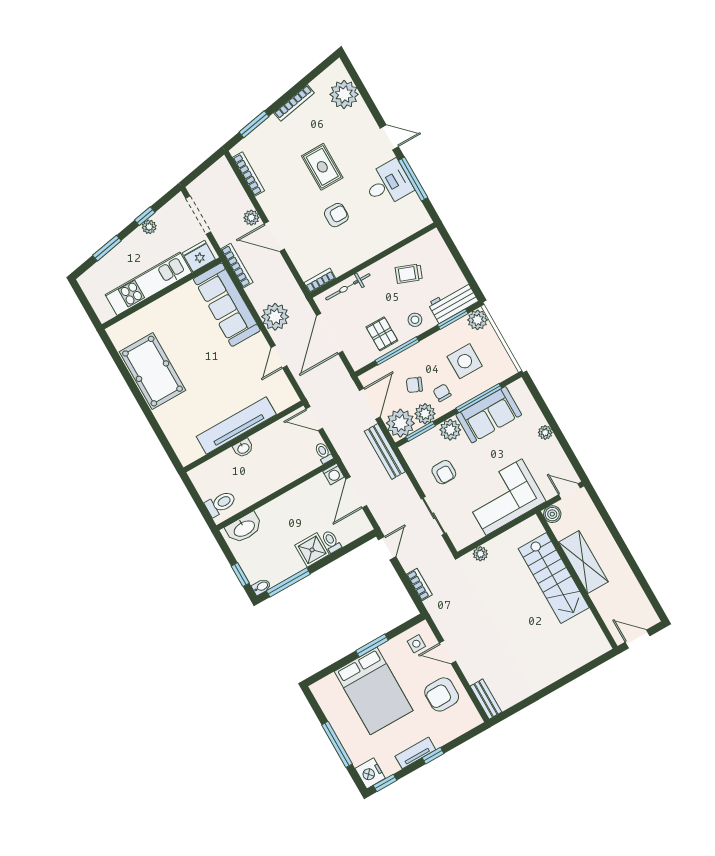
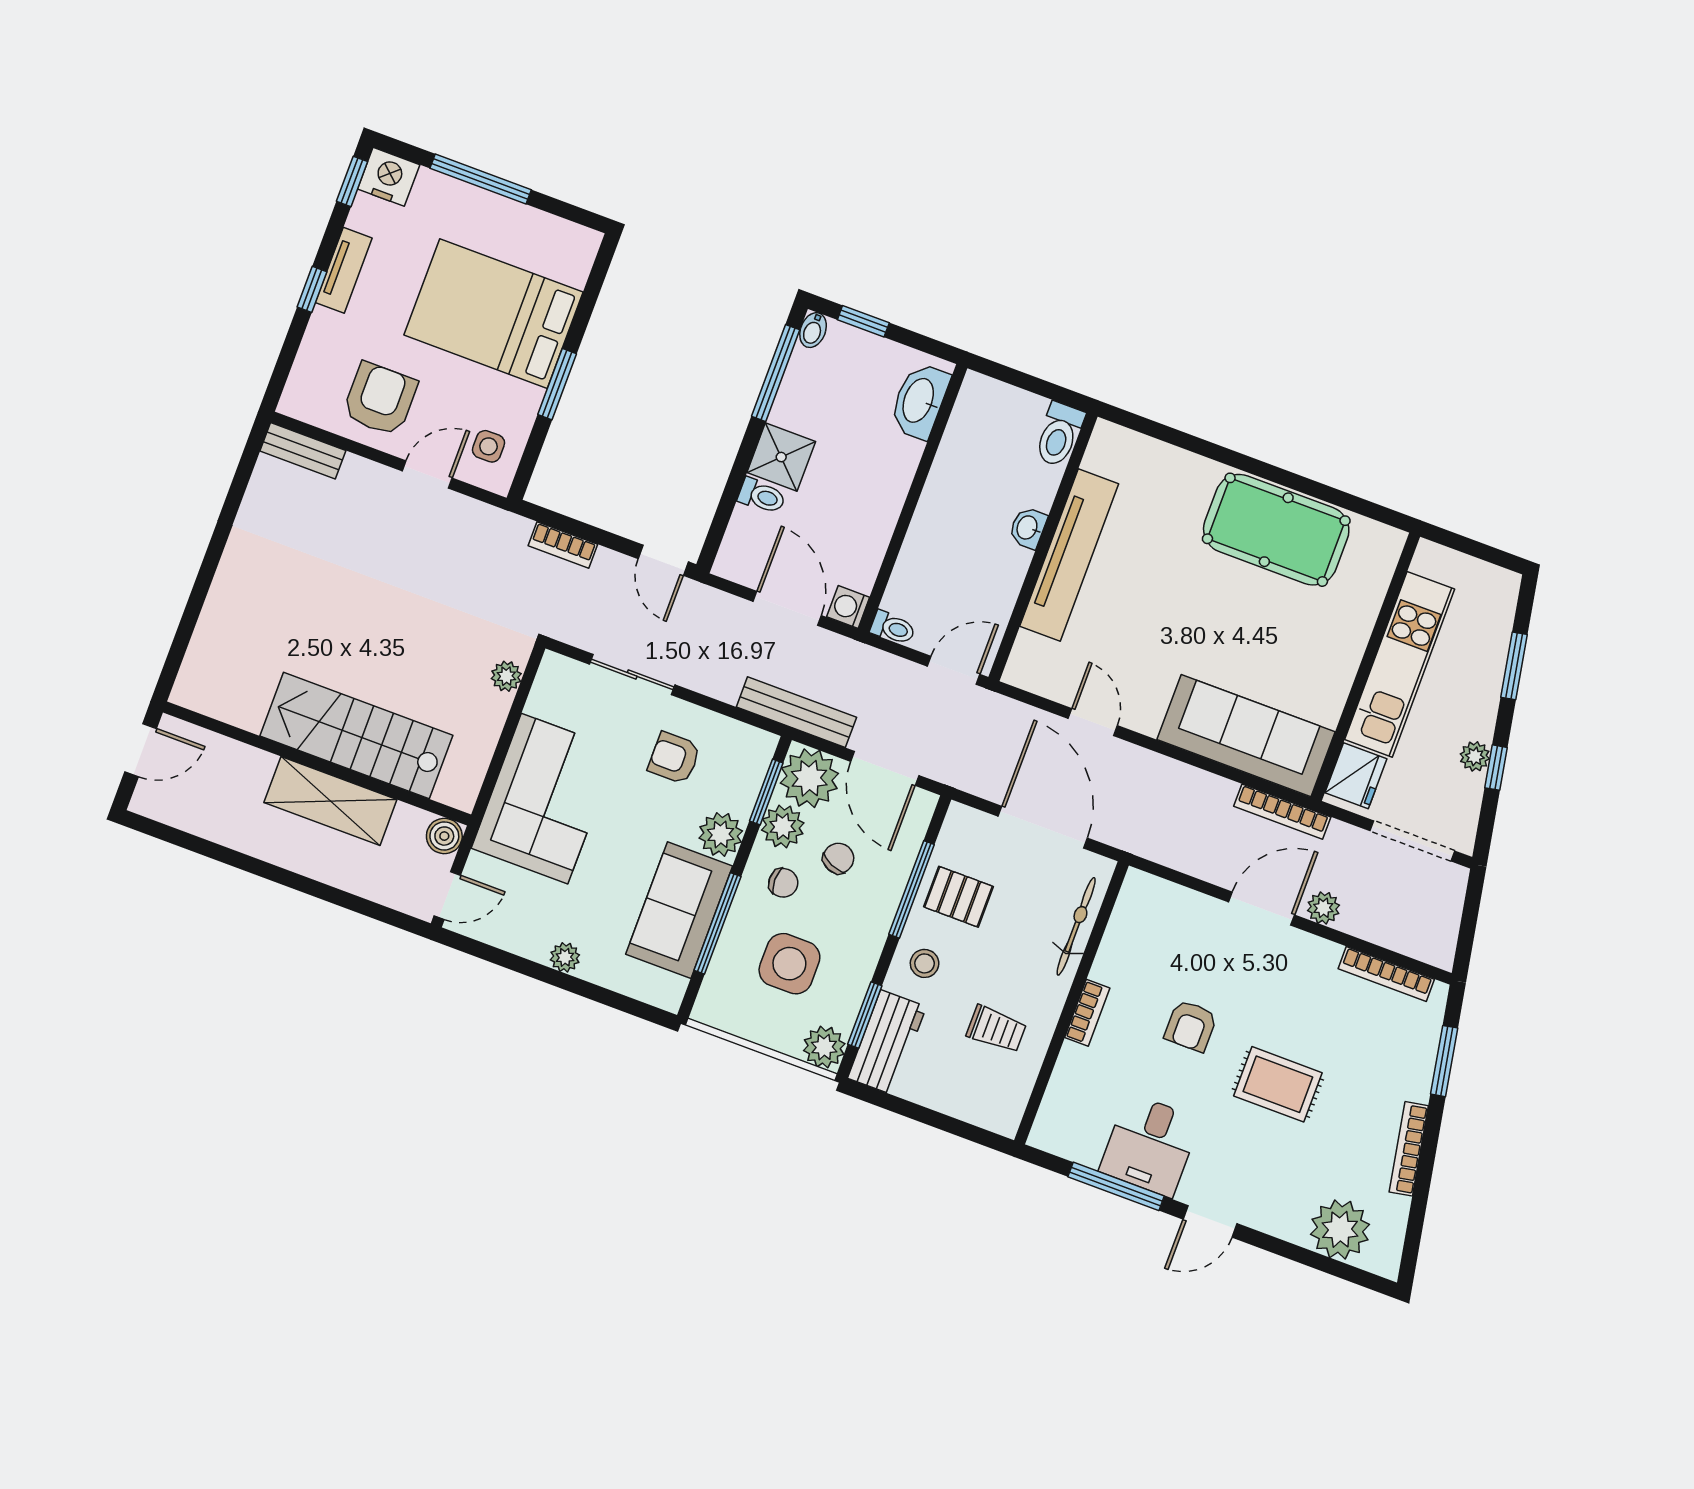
trolley: (409, 274) -> (996, 1029), turned 69
bookcase: (320, 280) -> (1087, 1013), moved
plant: (275, 317) -> (1153, 781), removed
toilet: (221, 503) -> (1059, 435), moved

